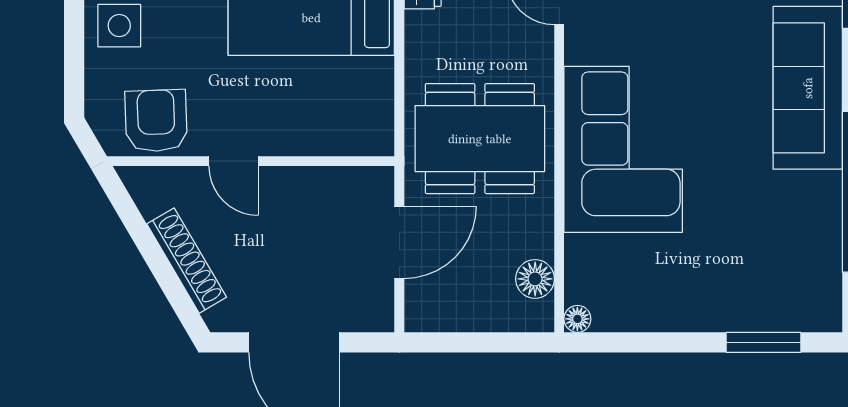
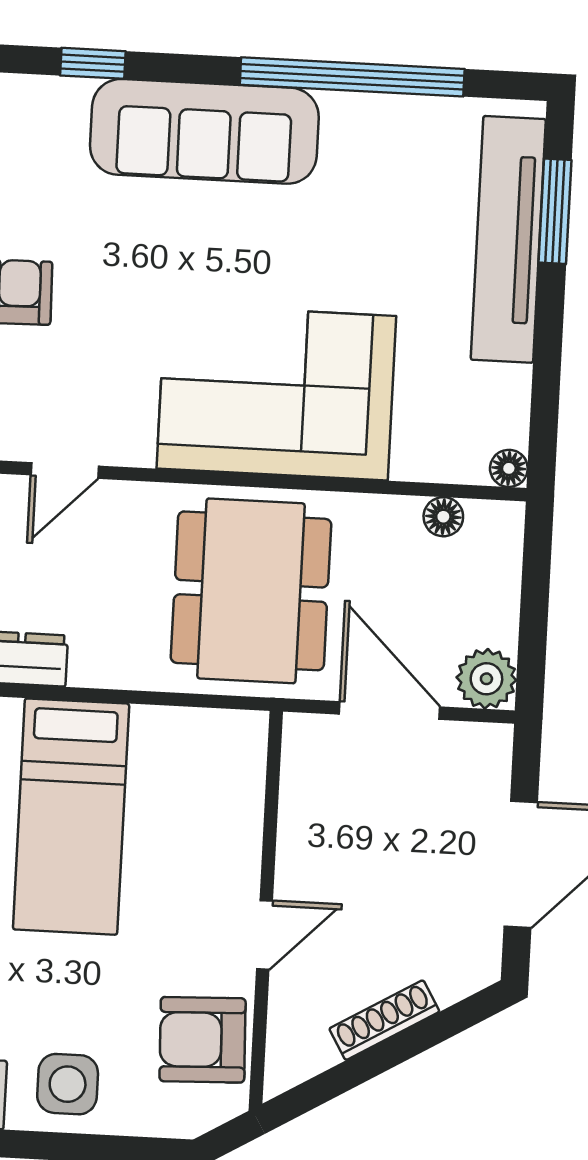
shoe rack: (187, 261) -> (384, 1020), width x0.74, depth x0.81
floor lamp: (535, 279) -> (443, 517), width x0.73, depth x0.73
tv unit: (742, 310) -> (508, 239), added
plant: (426, 311) -> (486, 679), added

